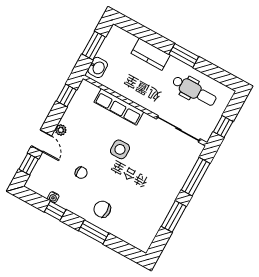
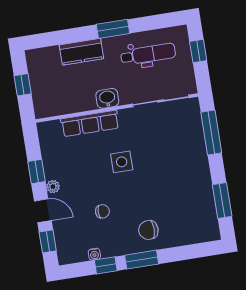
window: (94, 46) -> (23, 85), width x0.67
washbasin: (98, 67) -> (107, 98), moved, turned -90
window: (66, 95) -> (37, 172), moved
window: (223, 127) -> (198, 51), moved
window: (174, 216) -> (222, 201), moved
window: (94, 232) -> (142, 260), moved

